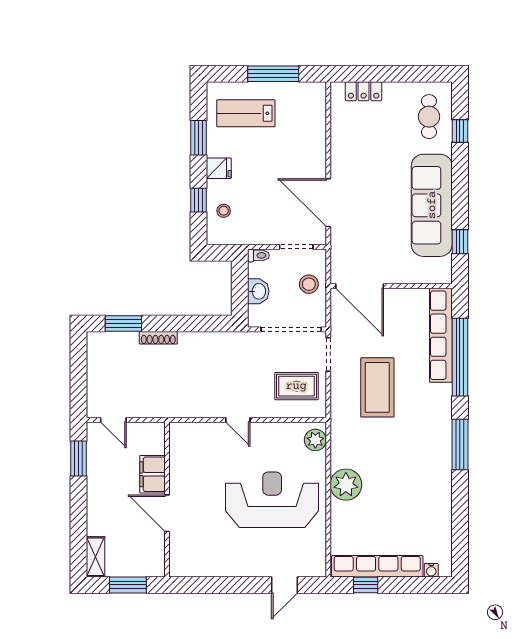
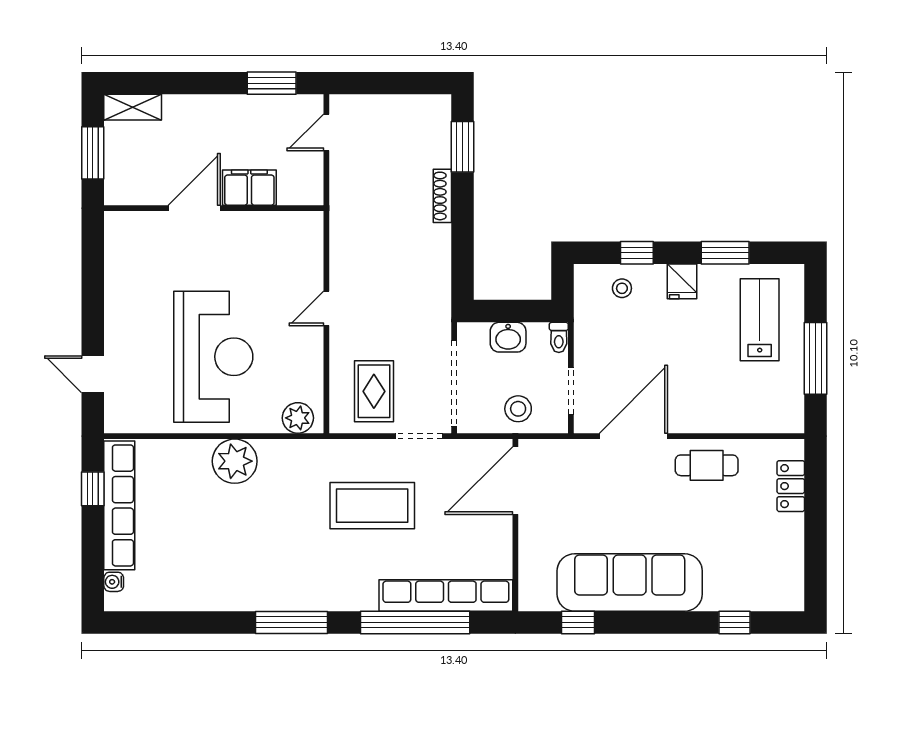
cafe table: (429, 117) -> (707, 465), moved

